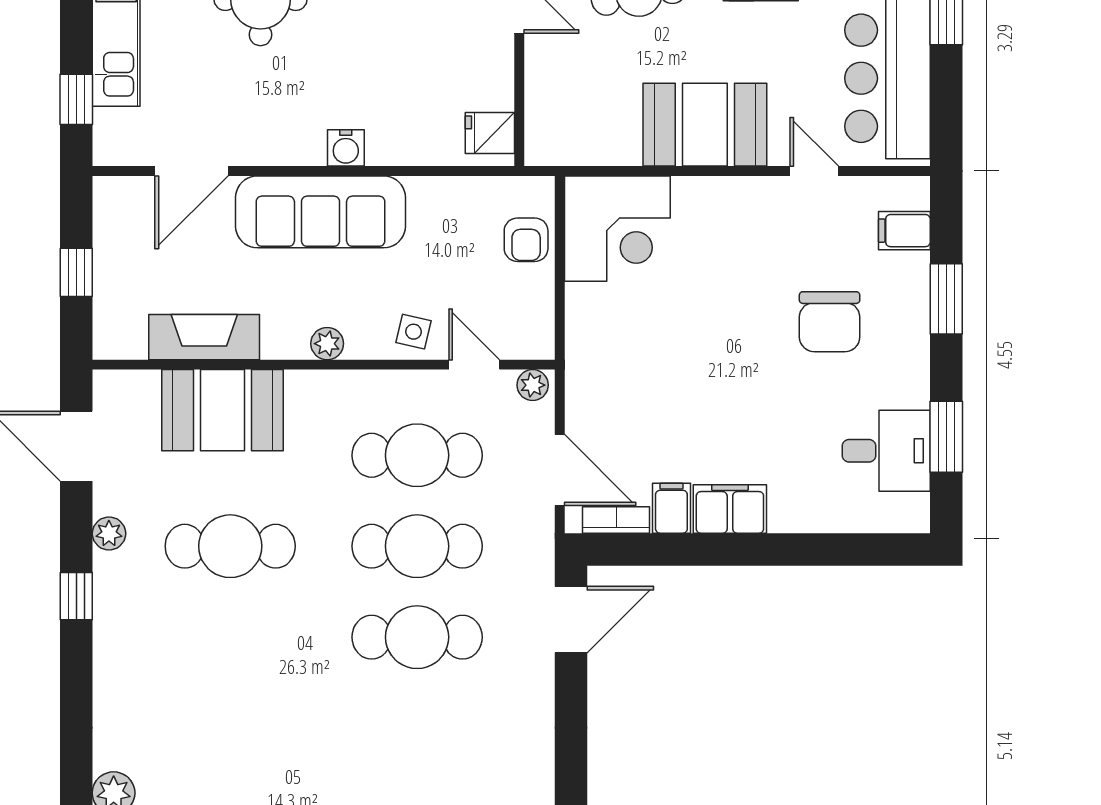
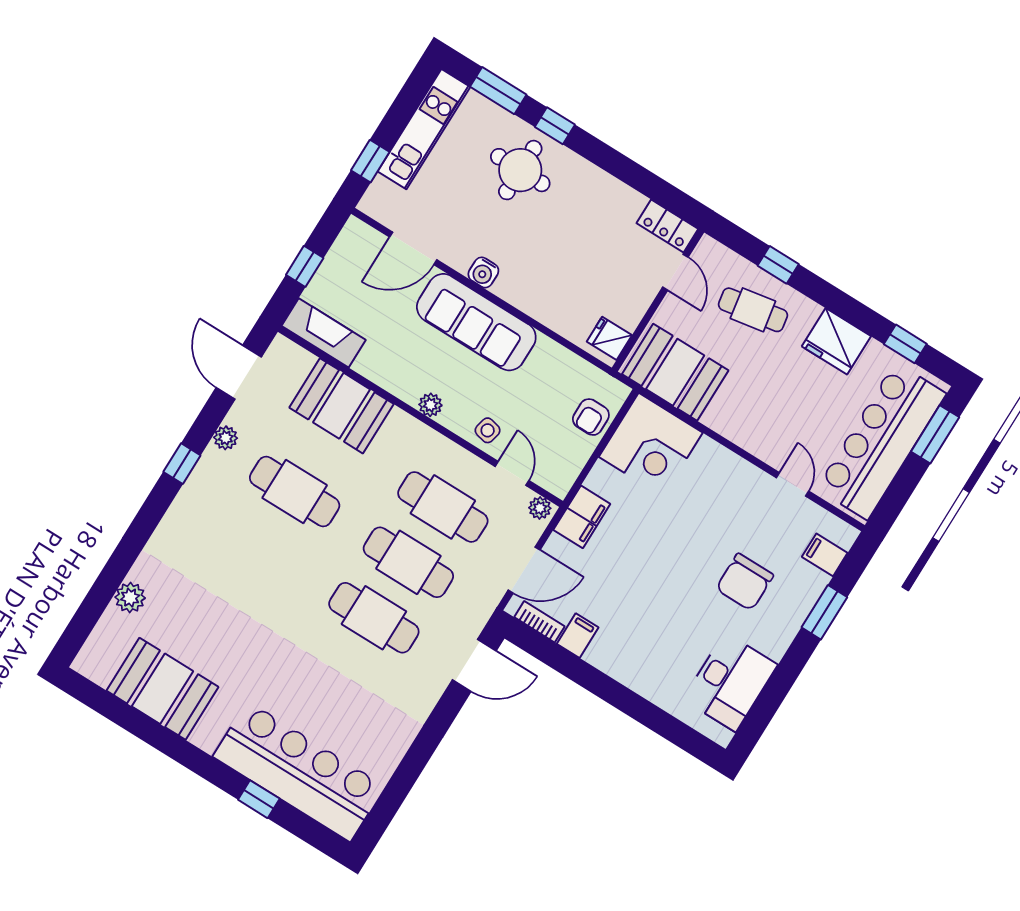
booth: (705, 125) -> (675, 372), moved
water cooler: (346, 148) -> (483, 272), moved
fireplace: (204, 337) -> (324, 333), moved
window: (946, 437) -> (772, 696), removed
desk: (886, 451) -> (730, 682), width x1.37
door: (560, 470) -> (524, 570), hinge flipped
filing cabinet: (730, 509) -> (582, 517), moved, turned 90

